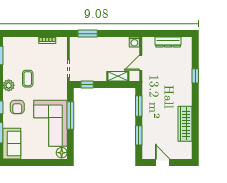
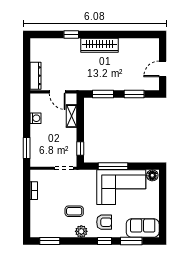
washing machine: (134, 42) -> (35, 118), moved
dresser: (168, 42) -> (35, 76), moved
wardrobe: (185, 124) -> (100, 45), moved

